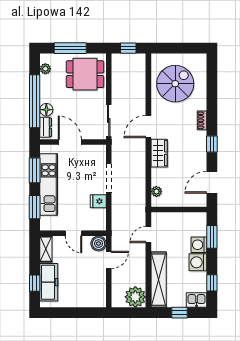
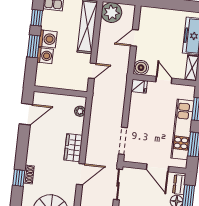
window: (212, 144) -> (19, 178), moved
doorway: (109, 178) -> (123, 141), moved
fridge: (98, 201) -> (139, 86), moved
window: (212, 237) -> (33, 46), moved
door: (109, 260) -> (134, 38), moved

